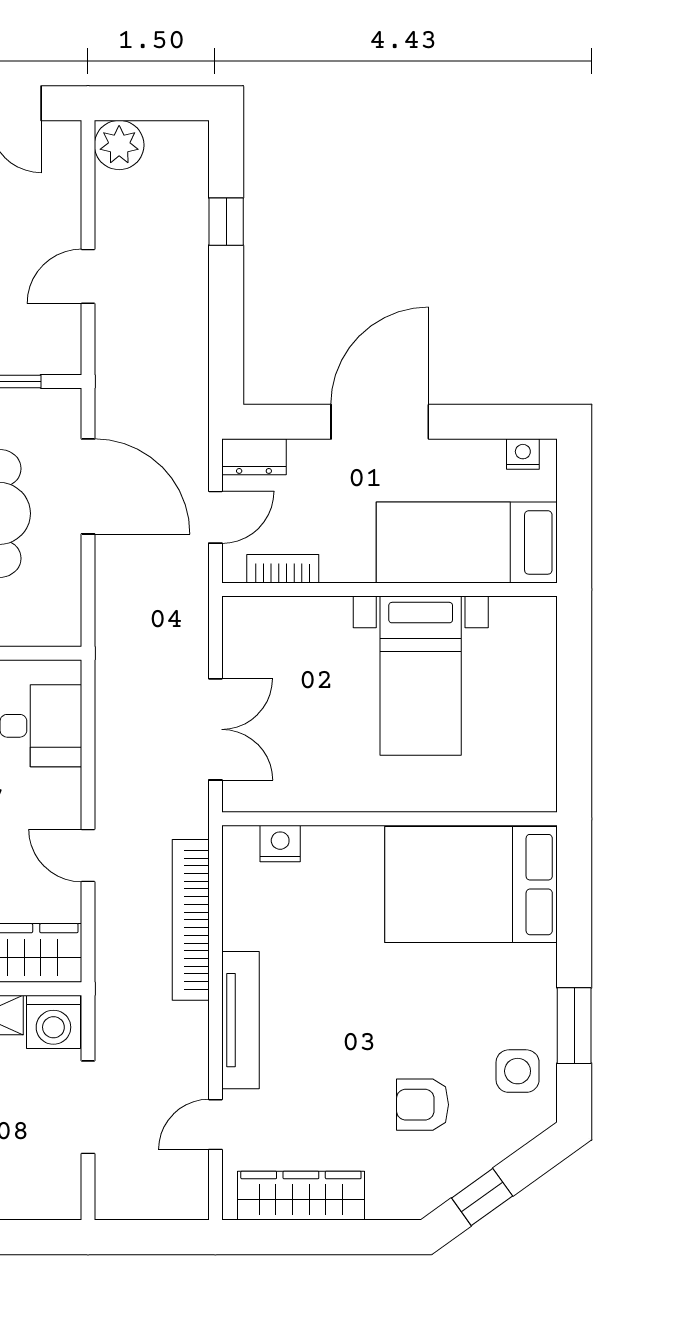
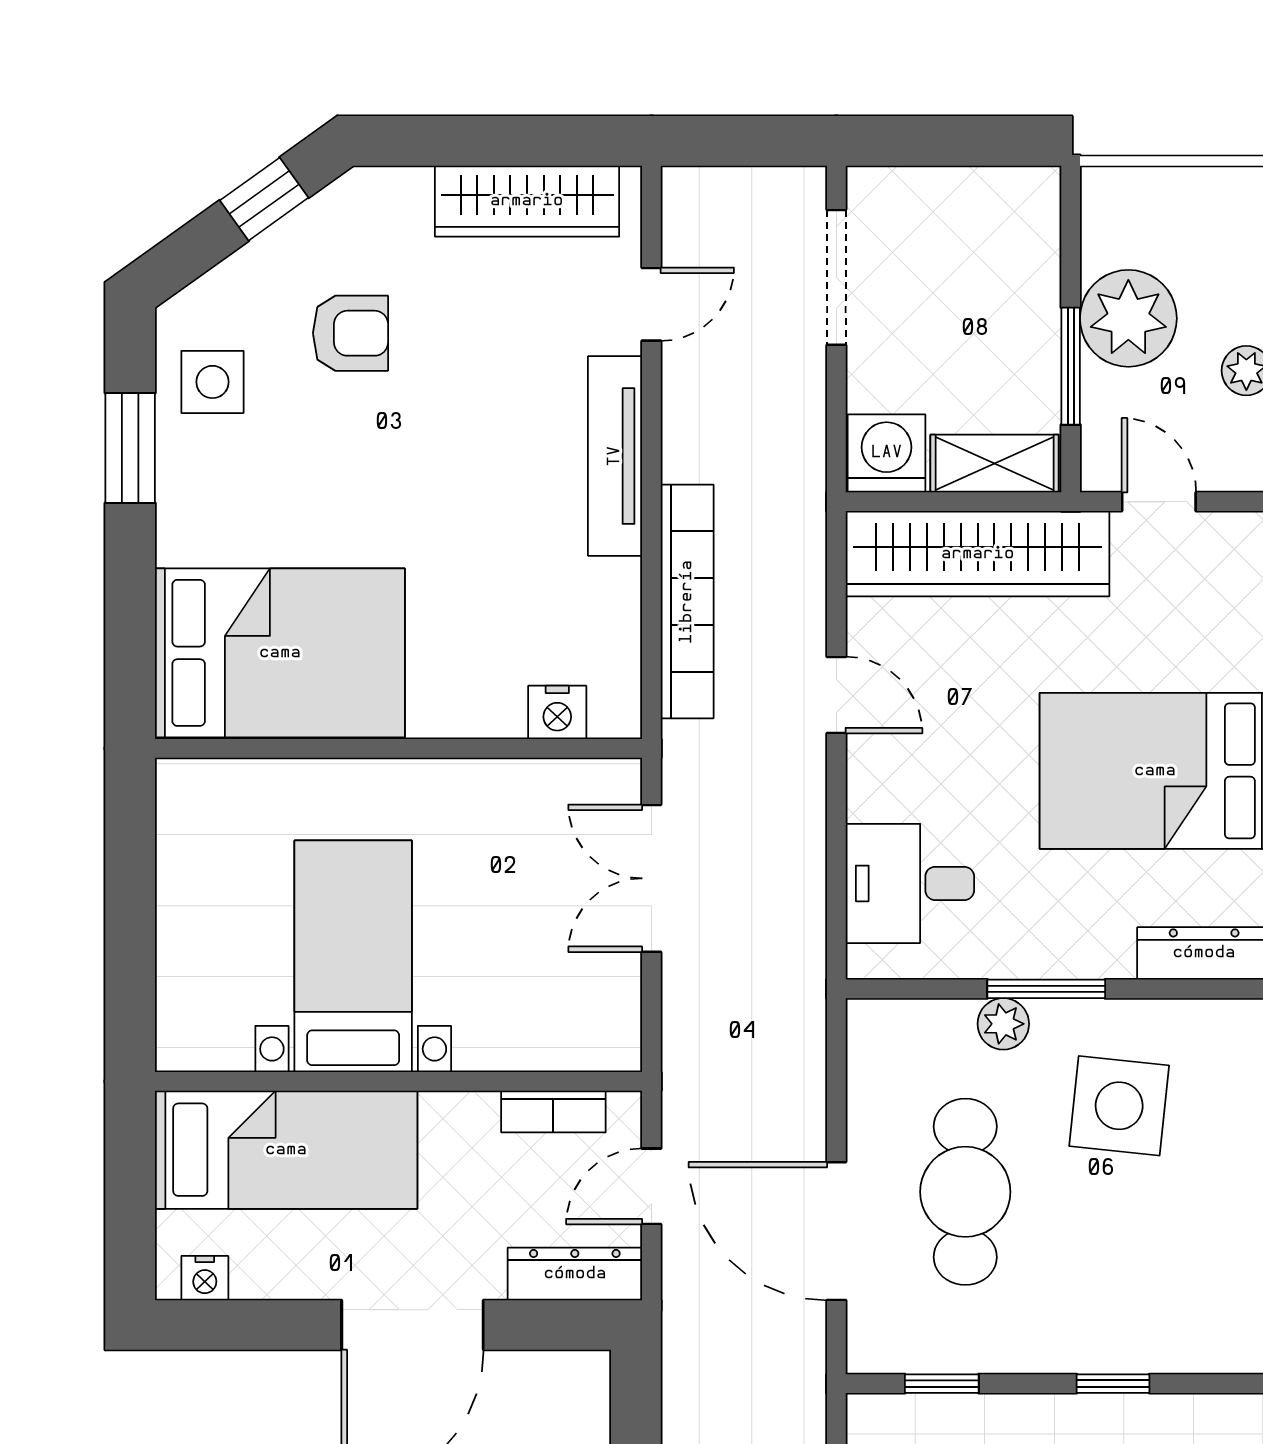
dresser: (254, 457) -> (575, 1274), width x1.44
doorway: (88, 1107) -> (836, 277), moved

